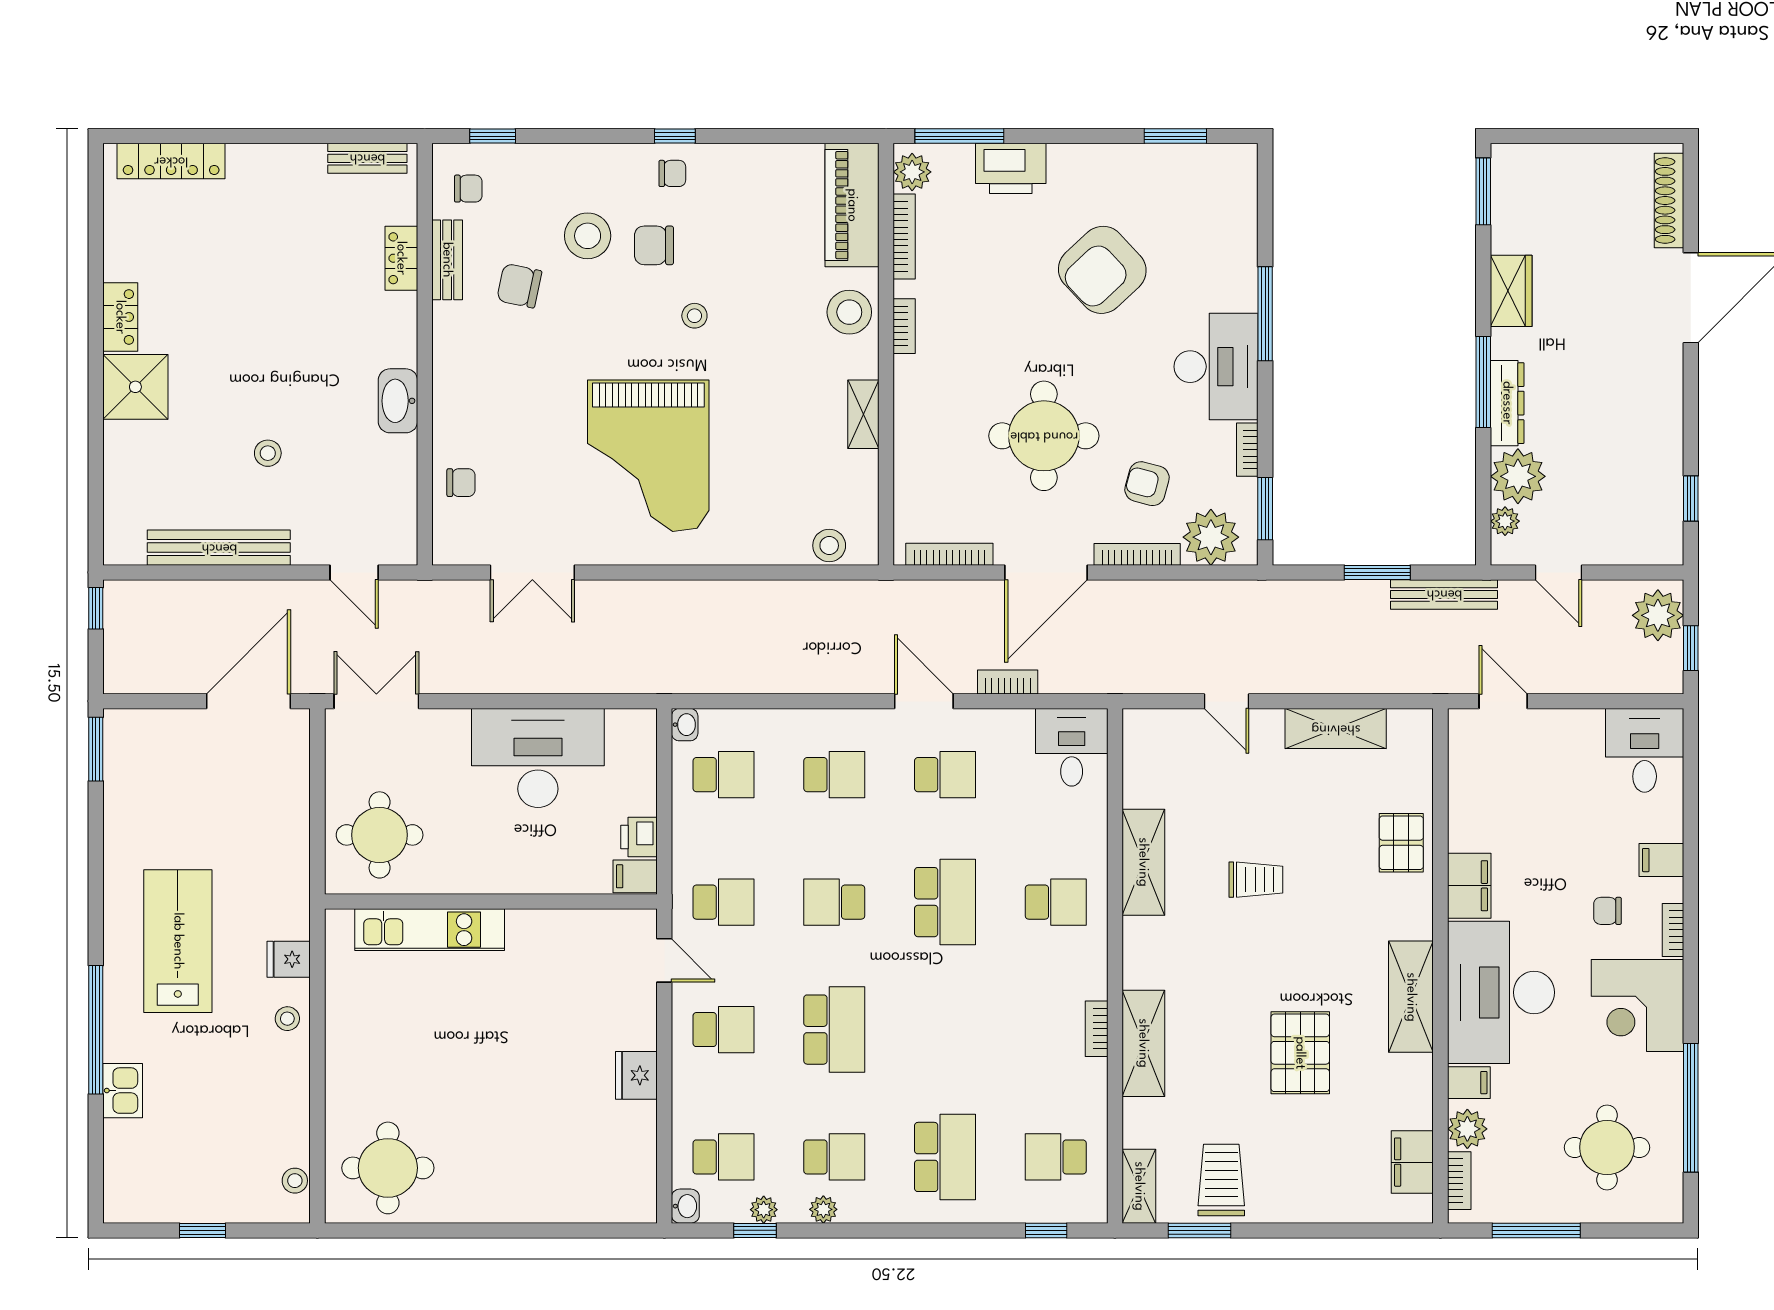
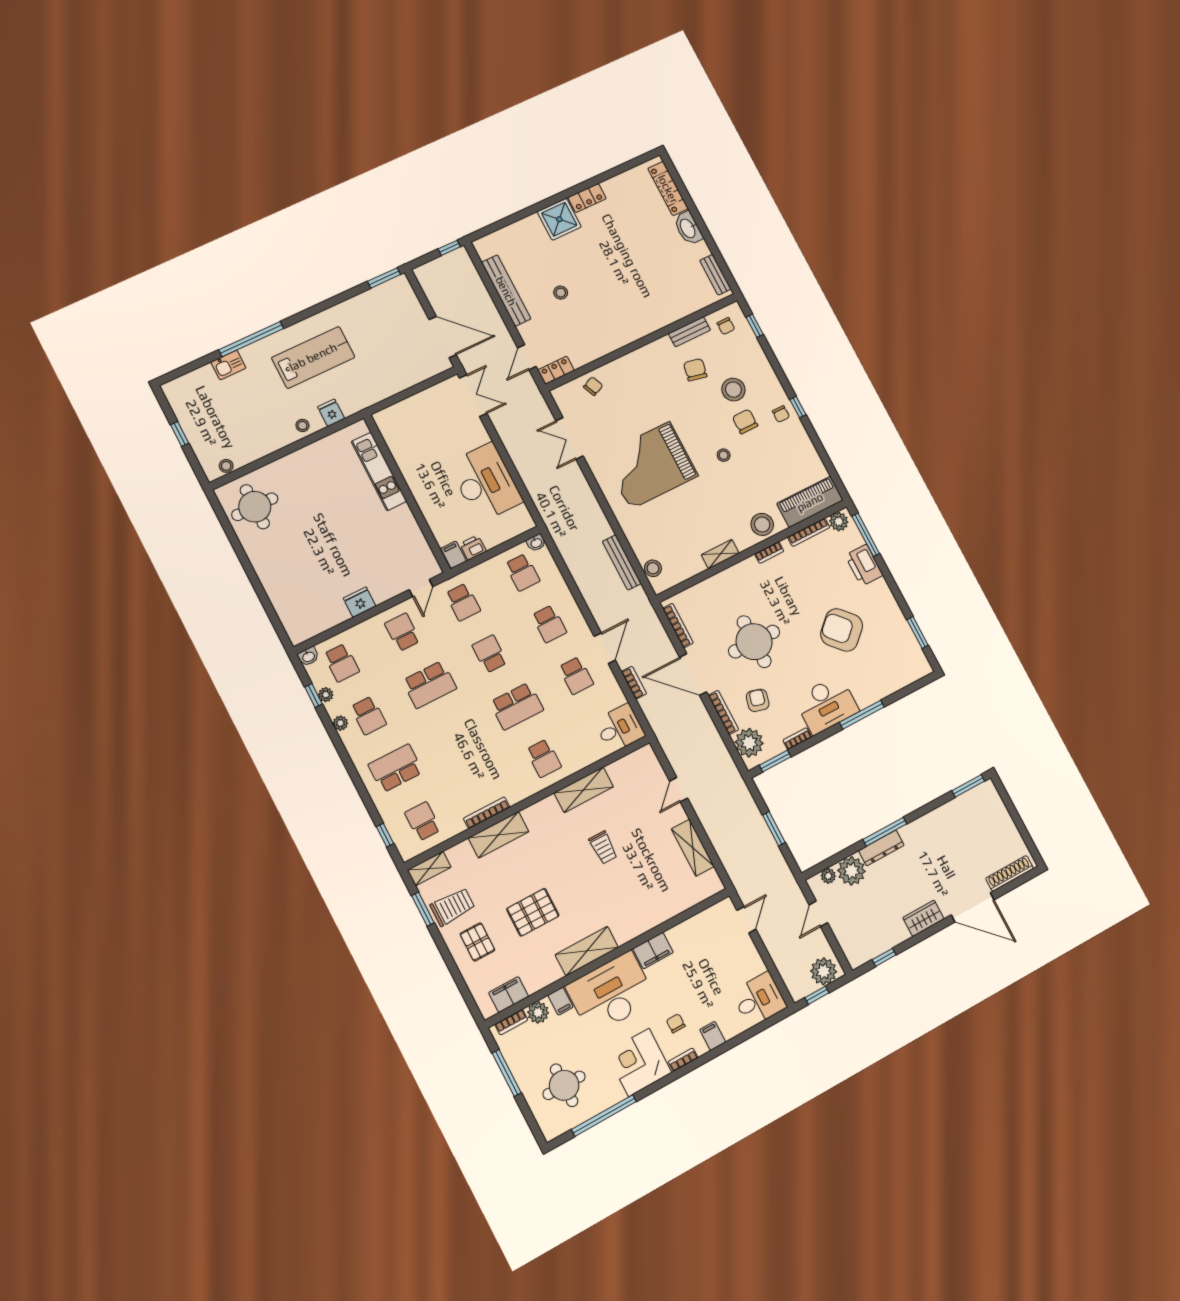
locker: (401, 258) -> (556, 370), moved
wardrobe: (1511, 291) -> (923, 918), moved, turned 180
washbasin: (398, 401) -> (688, 228), moved, turned -90
chair: (461, 483) -> (593, 386), turned -114
bench: (1444, 594) -> (622, 562), moved
round table: (380, 835) -> (412, 427), removed
pallet: (1401, 843) -> (477, 942), moved, turned 90
bookcase: (1097, 1029) -> (487, 813), width x1.56
school desk: (723, 1030) -> (403, 632), turned 180
school desk: (945, 1157) -> (396, 768), turned 180

